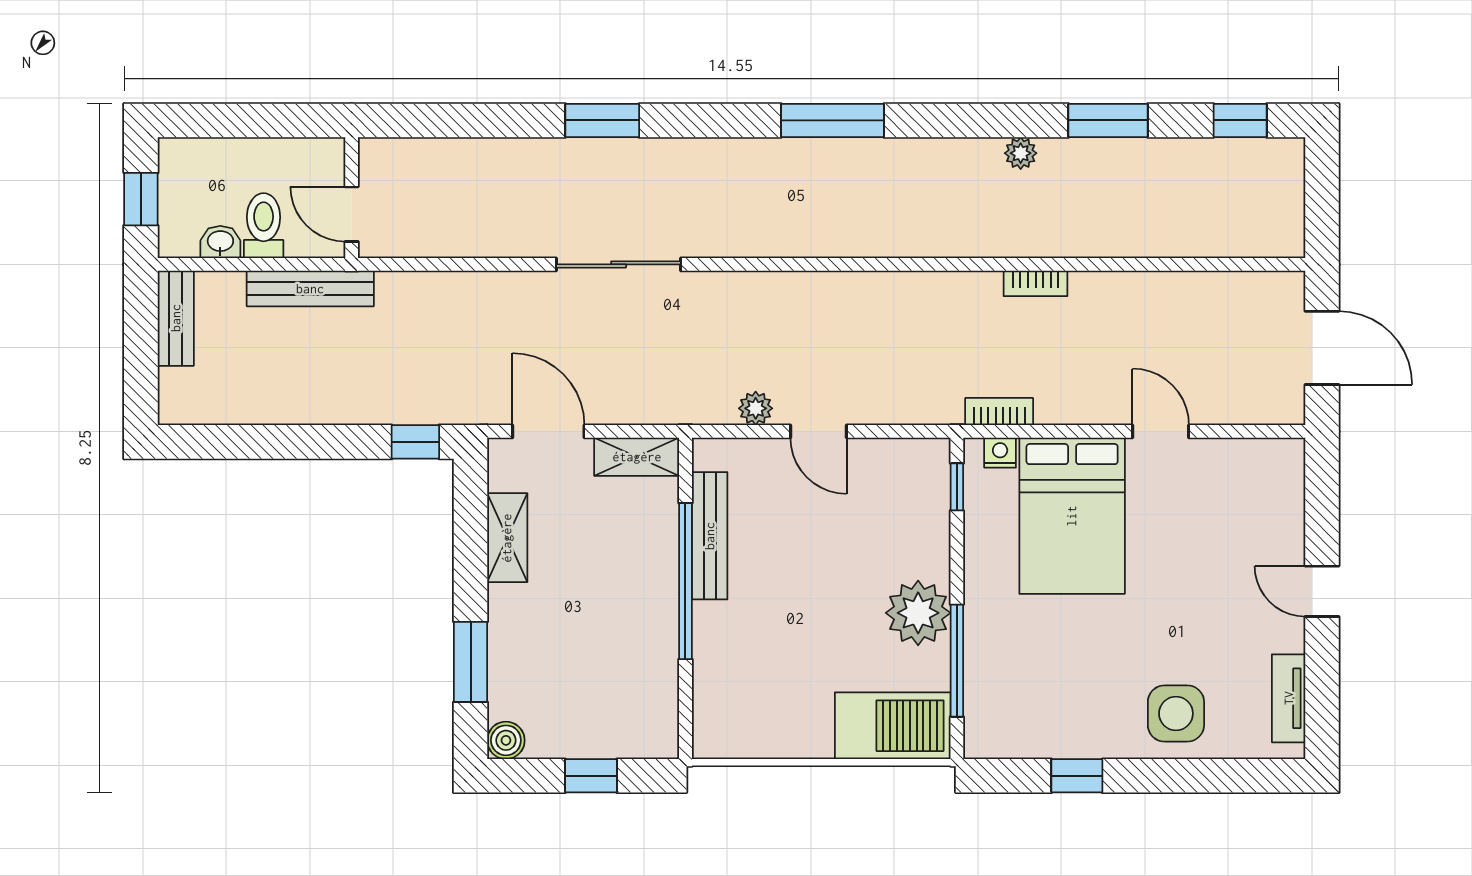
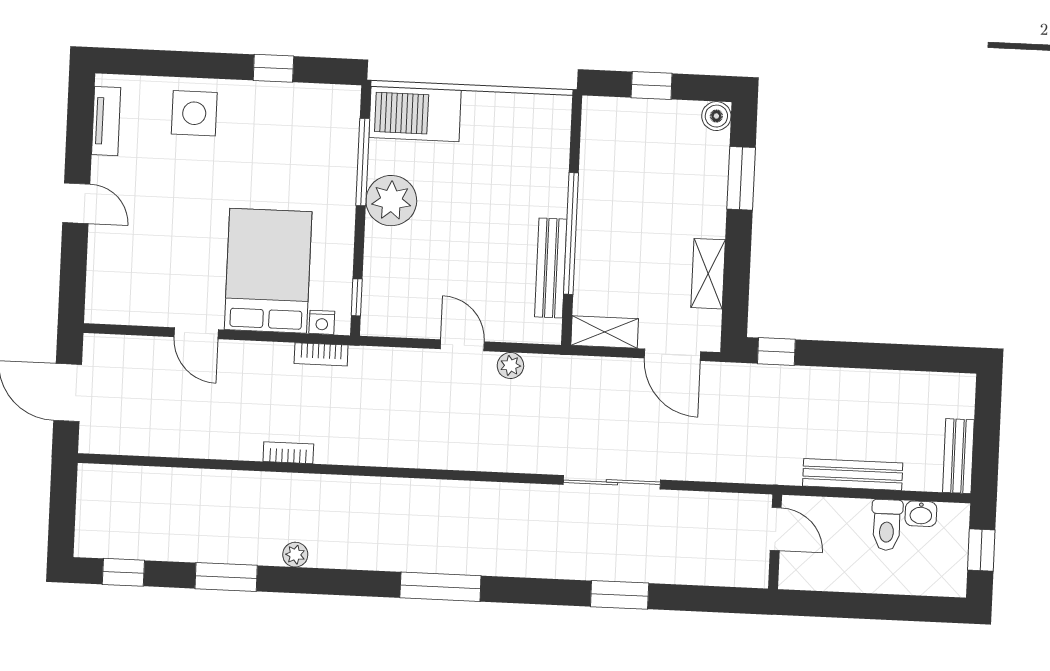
wall: (352, 198) -> (775, 542), moved
door: (352, 214) -> (776, 529), moved

